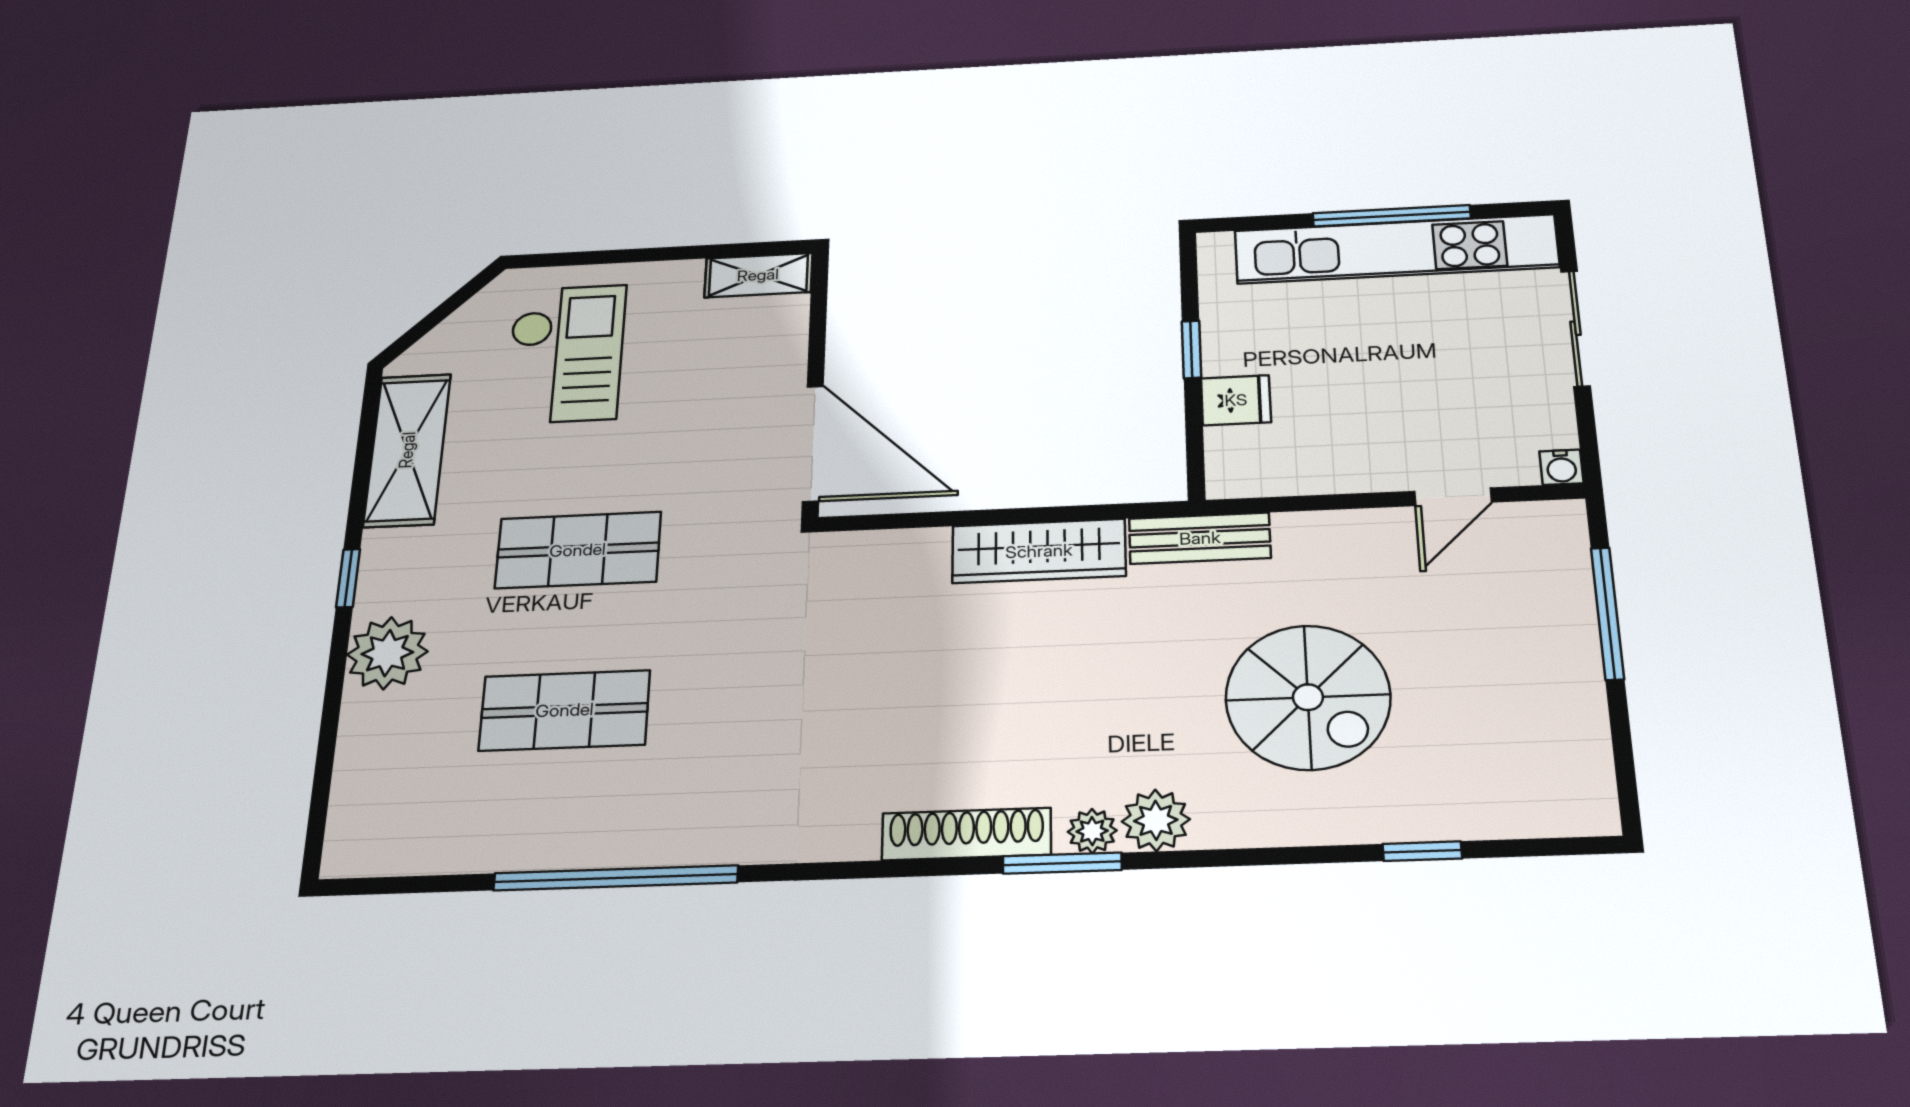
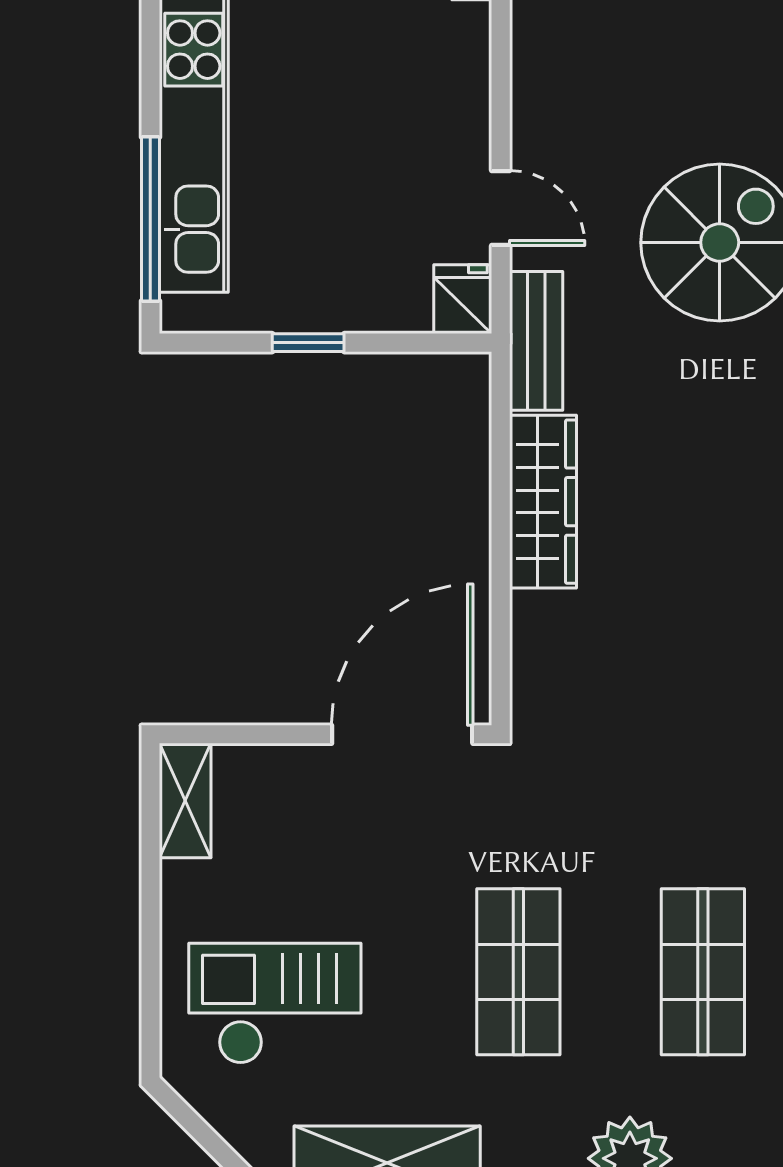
window: (1392, 216) -> (150, 219), moved
fridge: (1236, 400) -> (463, 299), moved
door: (1453, 497) -> (501, 208), moved

